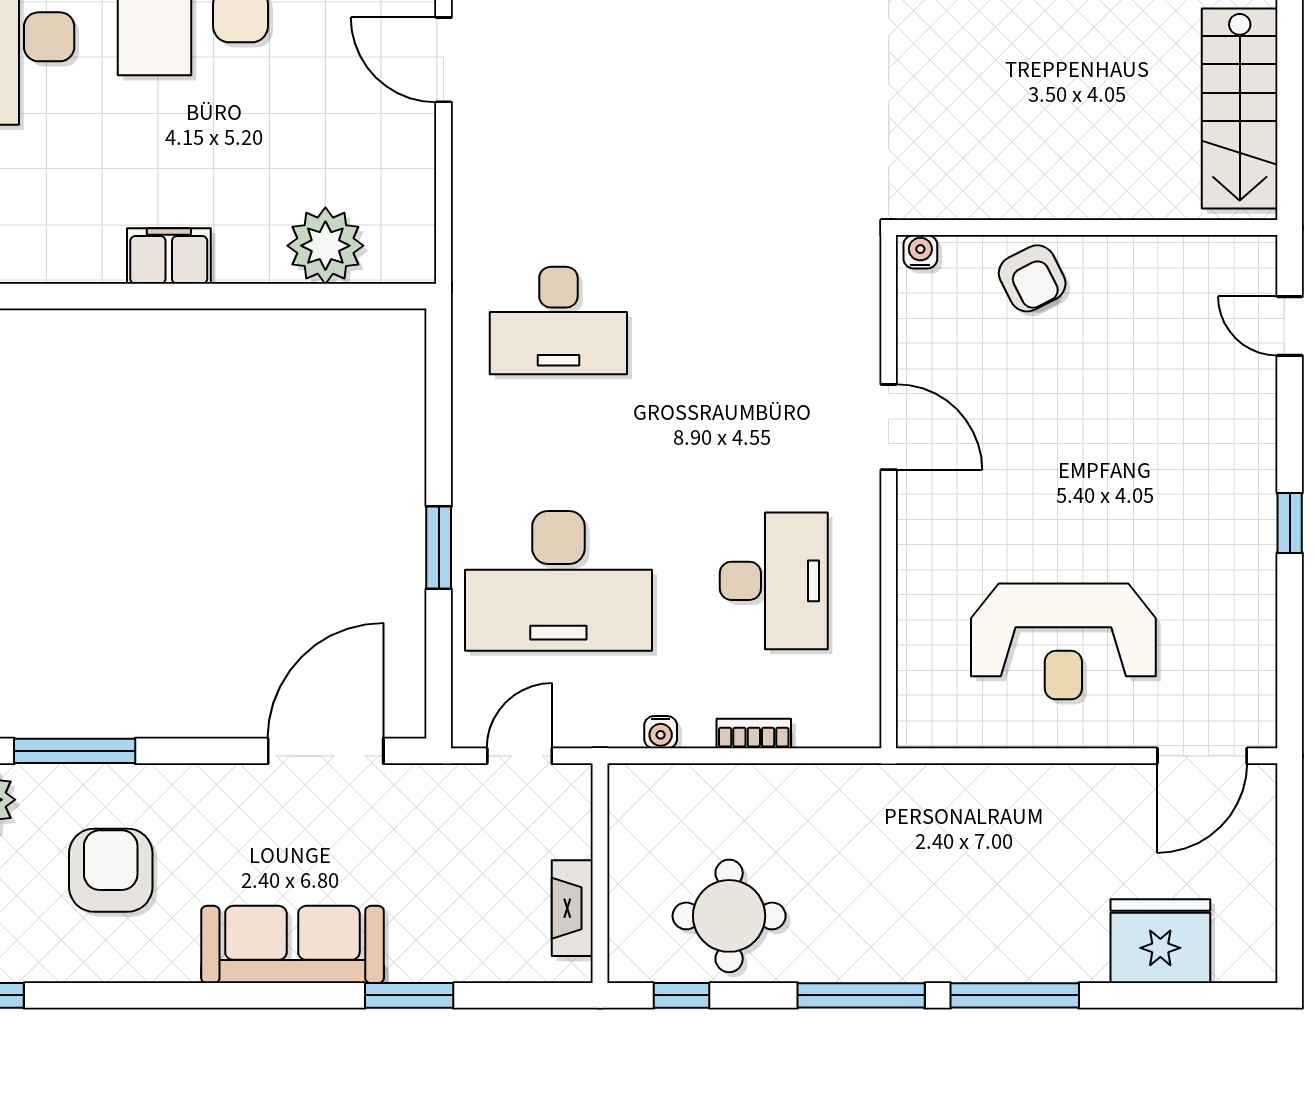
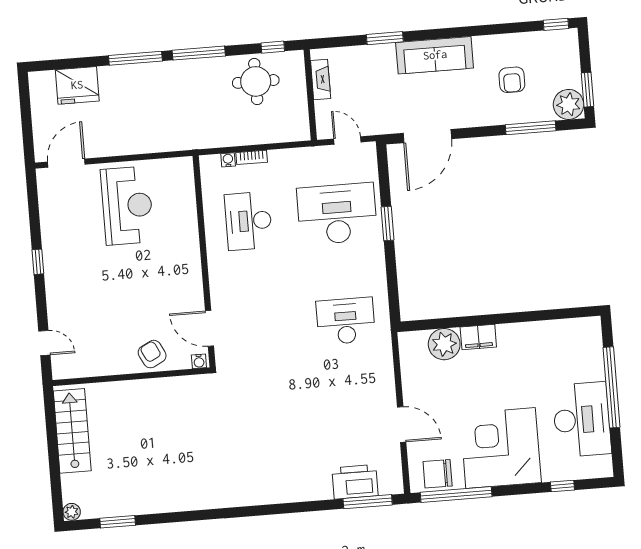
filing cabinet: (169, 256) -> (478, 337), moved
door: (889, 427) -> (209, 328), moved
reception desk: (1063, 641) -> (127, 206), turned 90
water cooler: (661, 732) -> (228, 160), moved
door: (520, 756) -> (347, 140), swing flipped
armchair: (111, 870) -> (512, 80), width x0.72, depth x0.72

